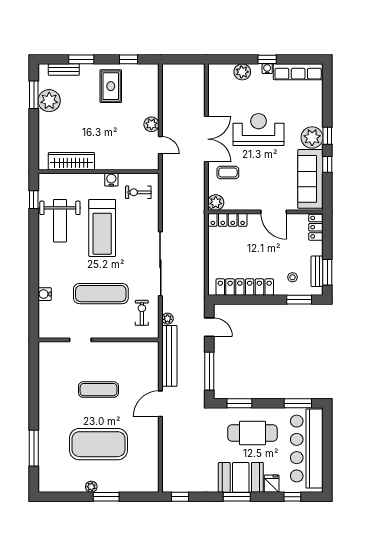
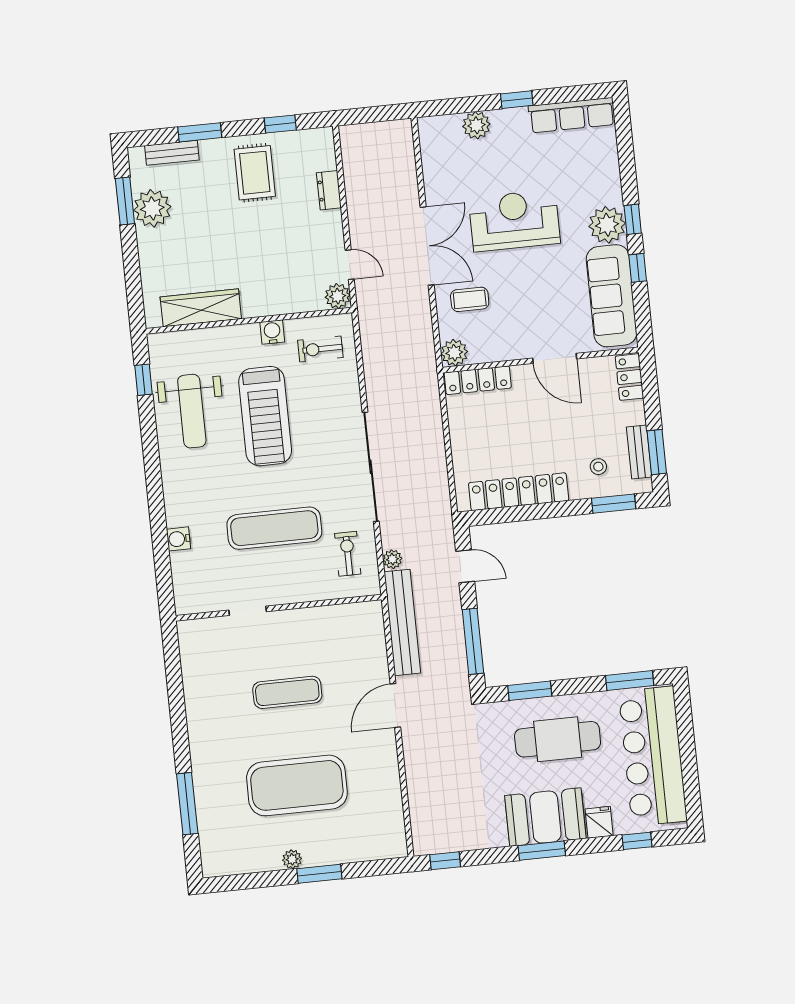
water cooler: (267, 69) -> (518, 115), removed
dresser: (153, 101) -> (329, 190), added
plant: (151, 124) -> (338, 296), moved

